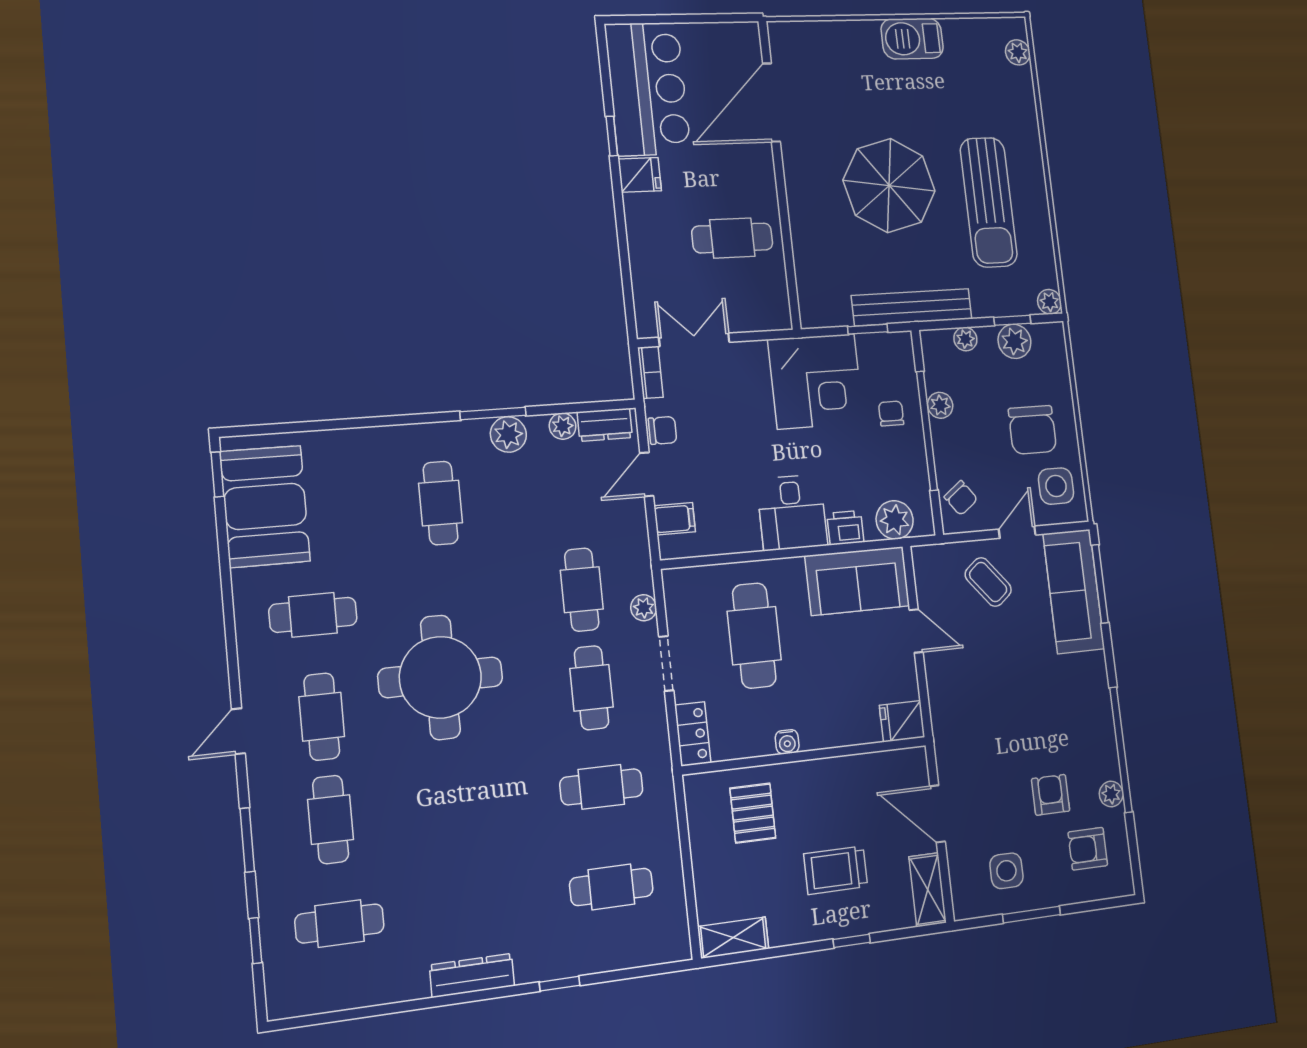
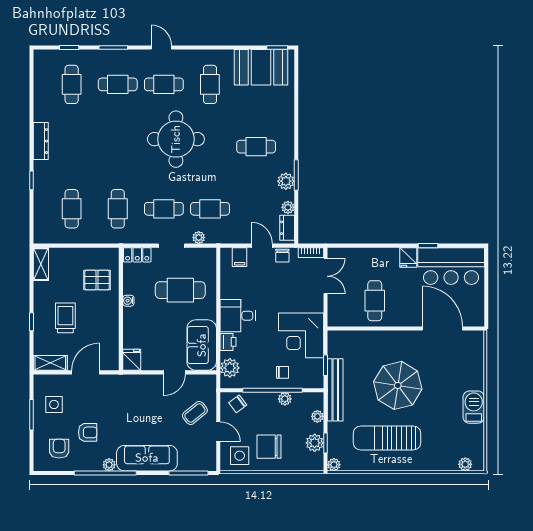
sofa: (1074, 591) -> (147, 458), moved
plant: (1111, 794) -> (109, 465), moved

